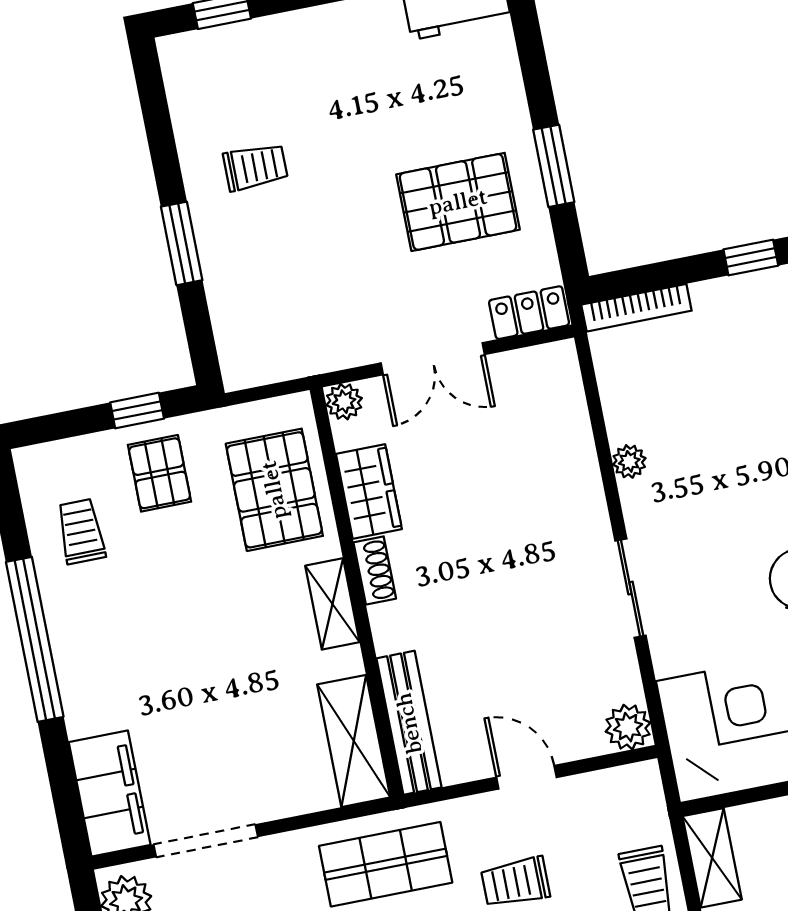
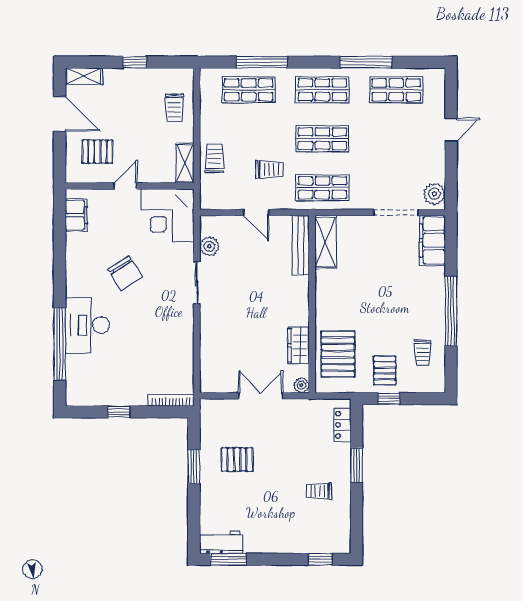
pallet: (458, 202) -> (237, 459), width x0.67, depth x0.71
locker: (529, 313) -> (342, 425), moved, turned 90
plant: (629, 461) -> (187, 336), removed
shoe rack: (375, 570) -> (303, 312), removed
shelving: (332, 604) -> (323, 301), removed
plant: (628, 727) -> (209, 246), moved

